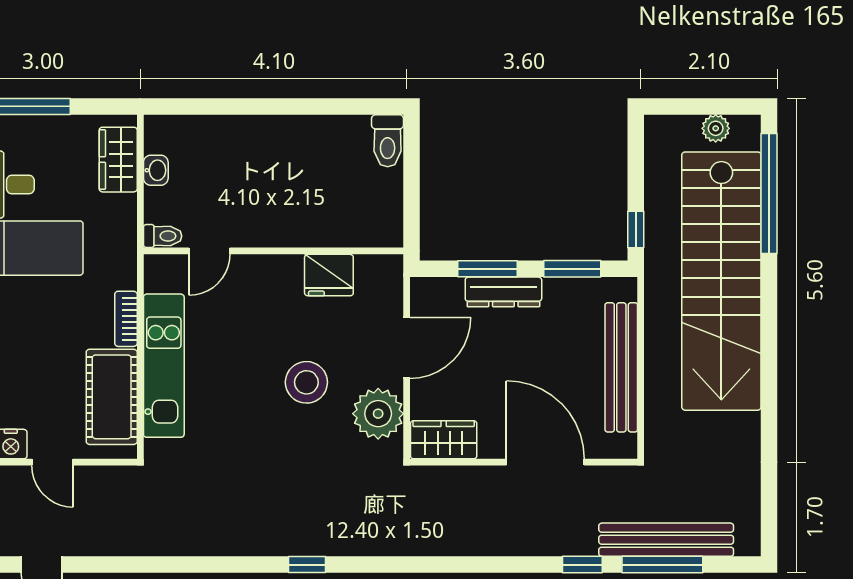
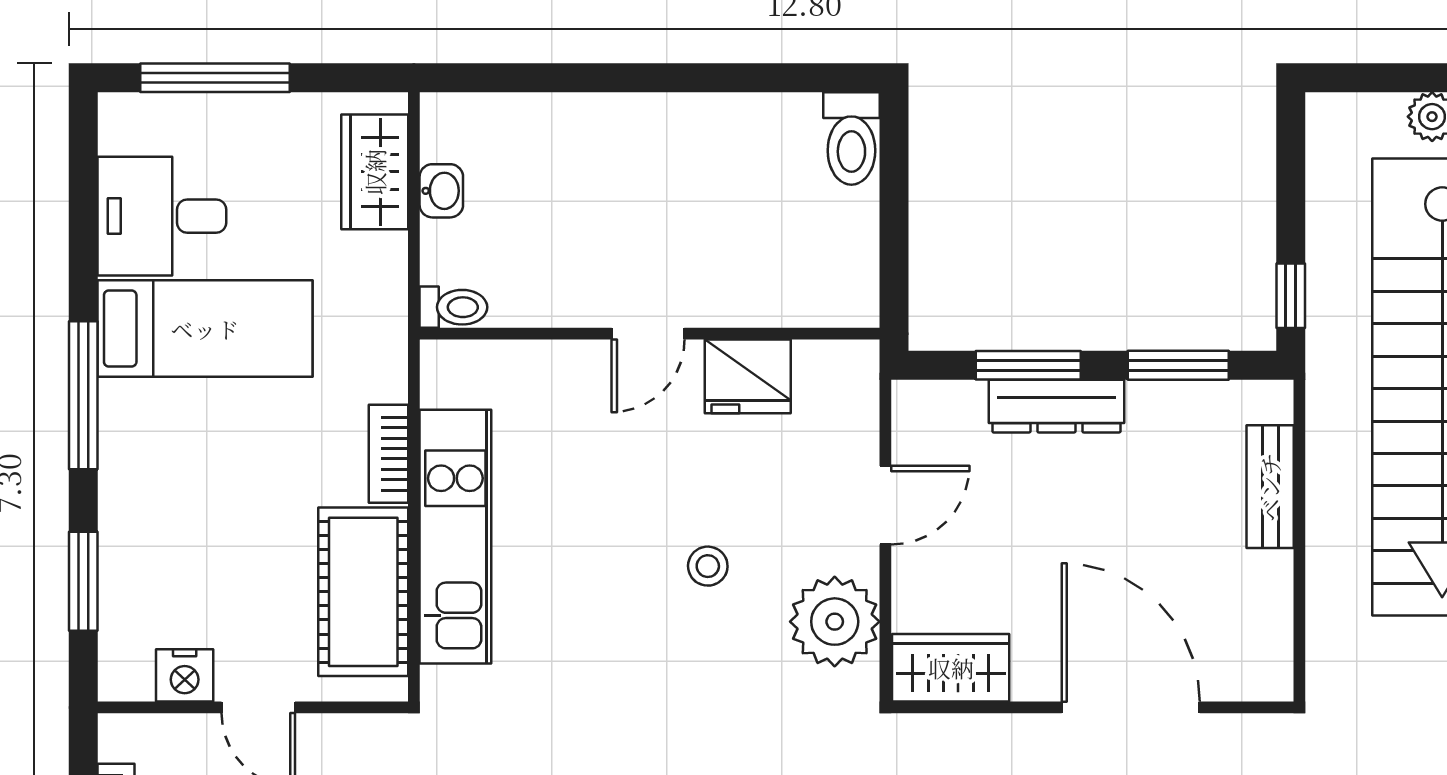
door: (209, 251) -> (648, 334), moved
door: (407, 348) -> (885, 505), width x0.73
bench: (621, 367) -> (1270, 487), width x0.54, depth x0.82
stool: (306, 382) -> (708, 566), width x0.53, depth x0.53

